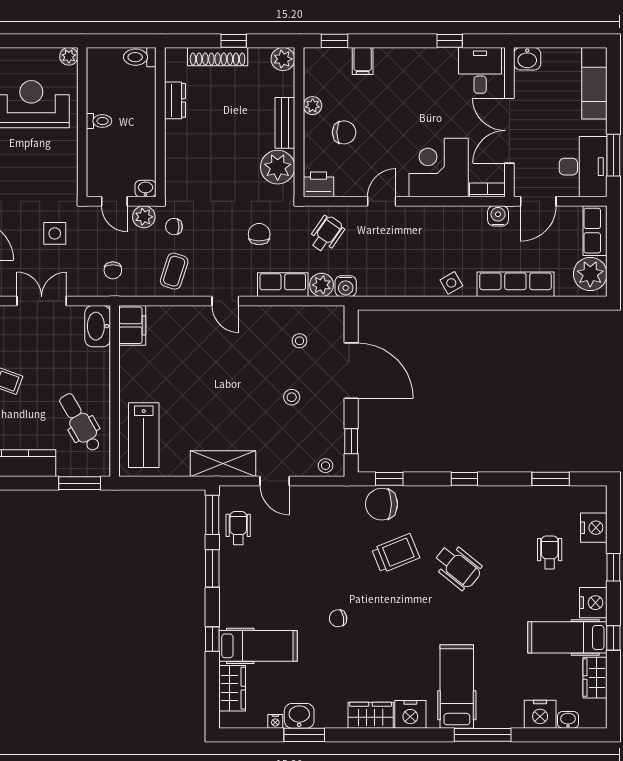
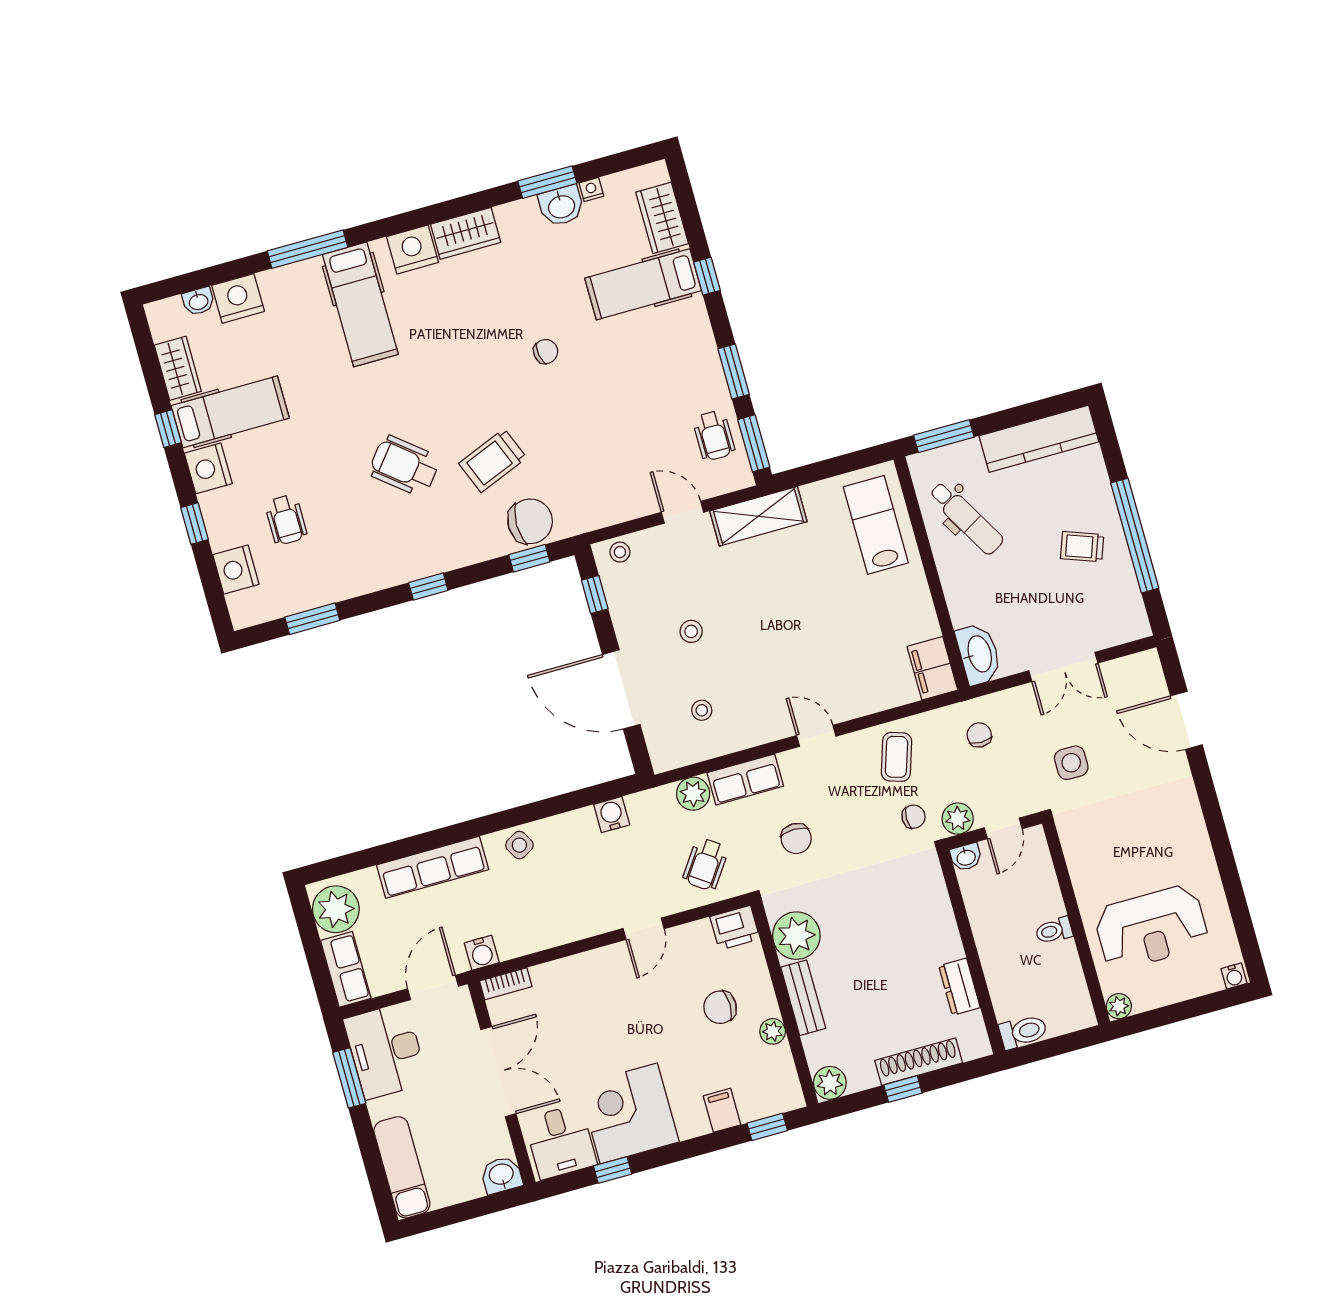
corner desk: (439, 168) -> (629, 1113), moved, turned 180
door: (114, 201) -> (1003, 828), swing flipped
water cooler: (346, 286) -> (612, 815), moved

